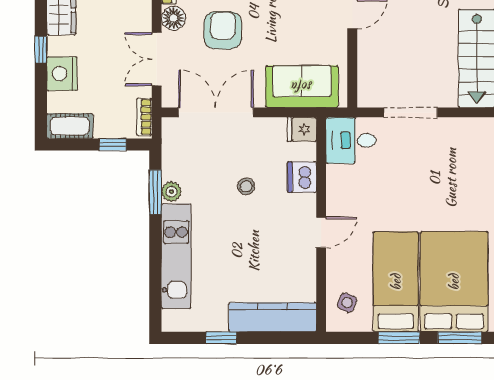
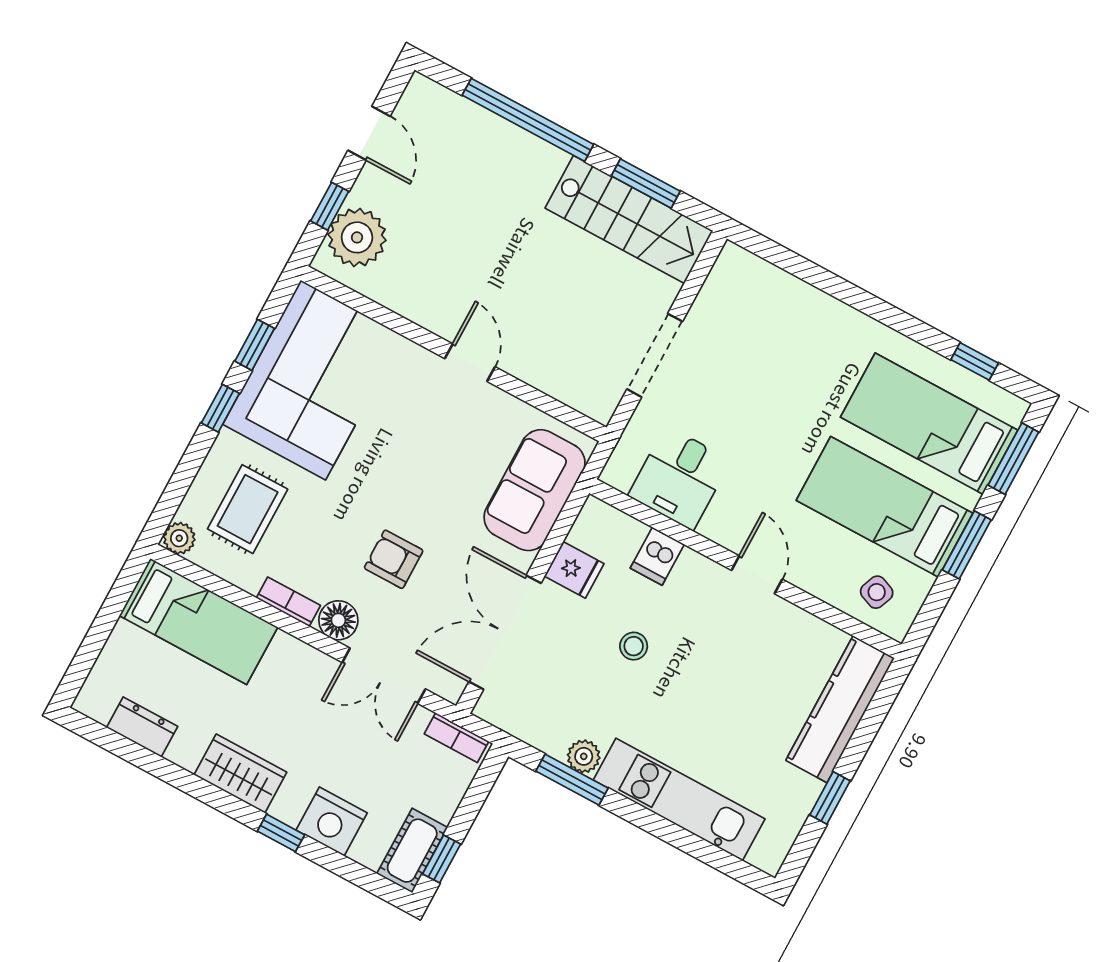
armchair: (223, 30) -> (394, 559), width x0.72, depth x0.72
fridge: (302, 129) -> (574, 570), moved, turned -90
desk: (351, 140) -> (679, 478), moved
window: (113, 145) -> (442, 859), moved
dishwasher: (302, 177) -> (657, 556), width x0.73
bed: (454, 282) -> (929, 424), width x0.67

